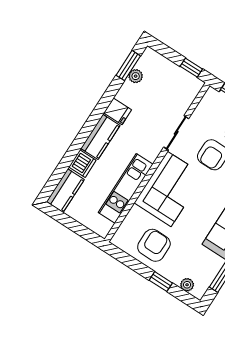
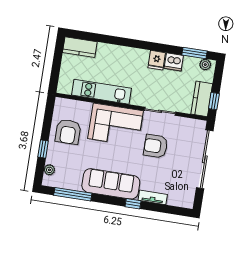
plant: (136, 76) -> (205, 65), moved
kitchen counter: (100, 137) -> (202, 99), moved, turned 90
dishwasher: (82, 164) -> (174, 62), moved
armchair: (154, 245) -> (68, 132), turned 90

